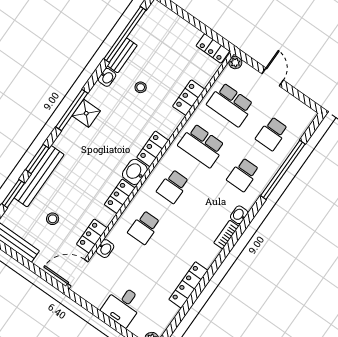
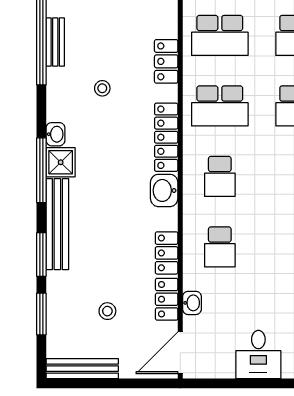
bench: (122, 55) -> (55, 42), moved
washbasin: (107, 77) -> (55, 134), moved
locker: (153, 149) -> (166, 137), width x1.53
bench: (39, 176) -> (57, 224), moved
locker: (120, 196) -> (167, 253), moved

